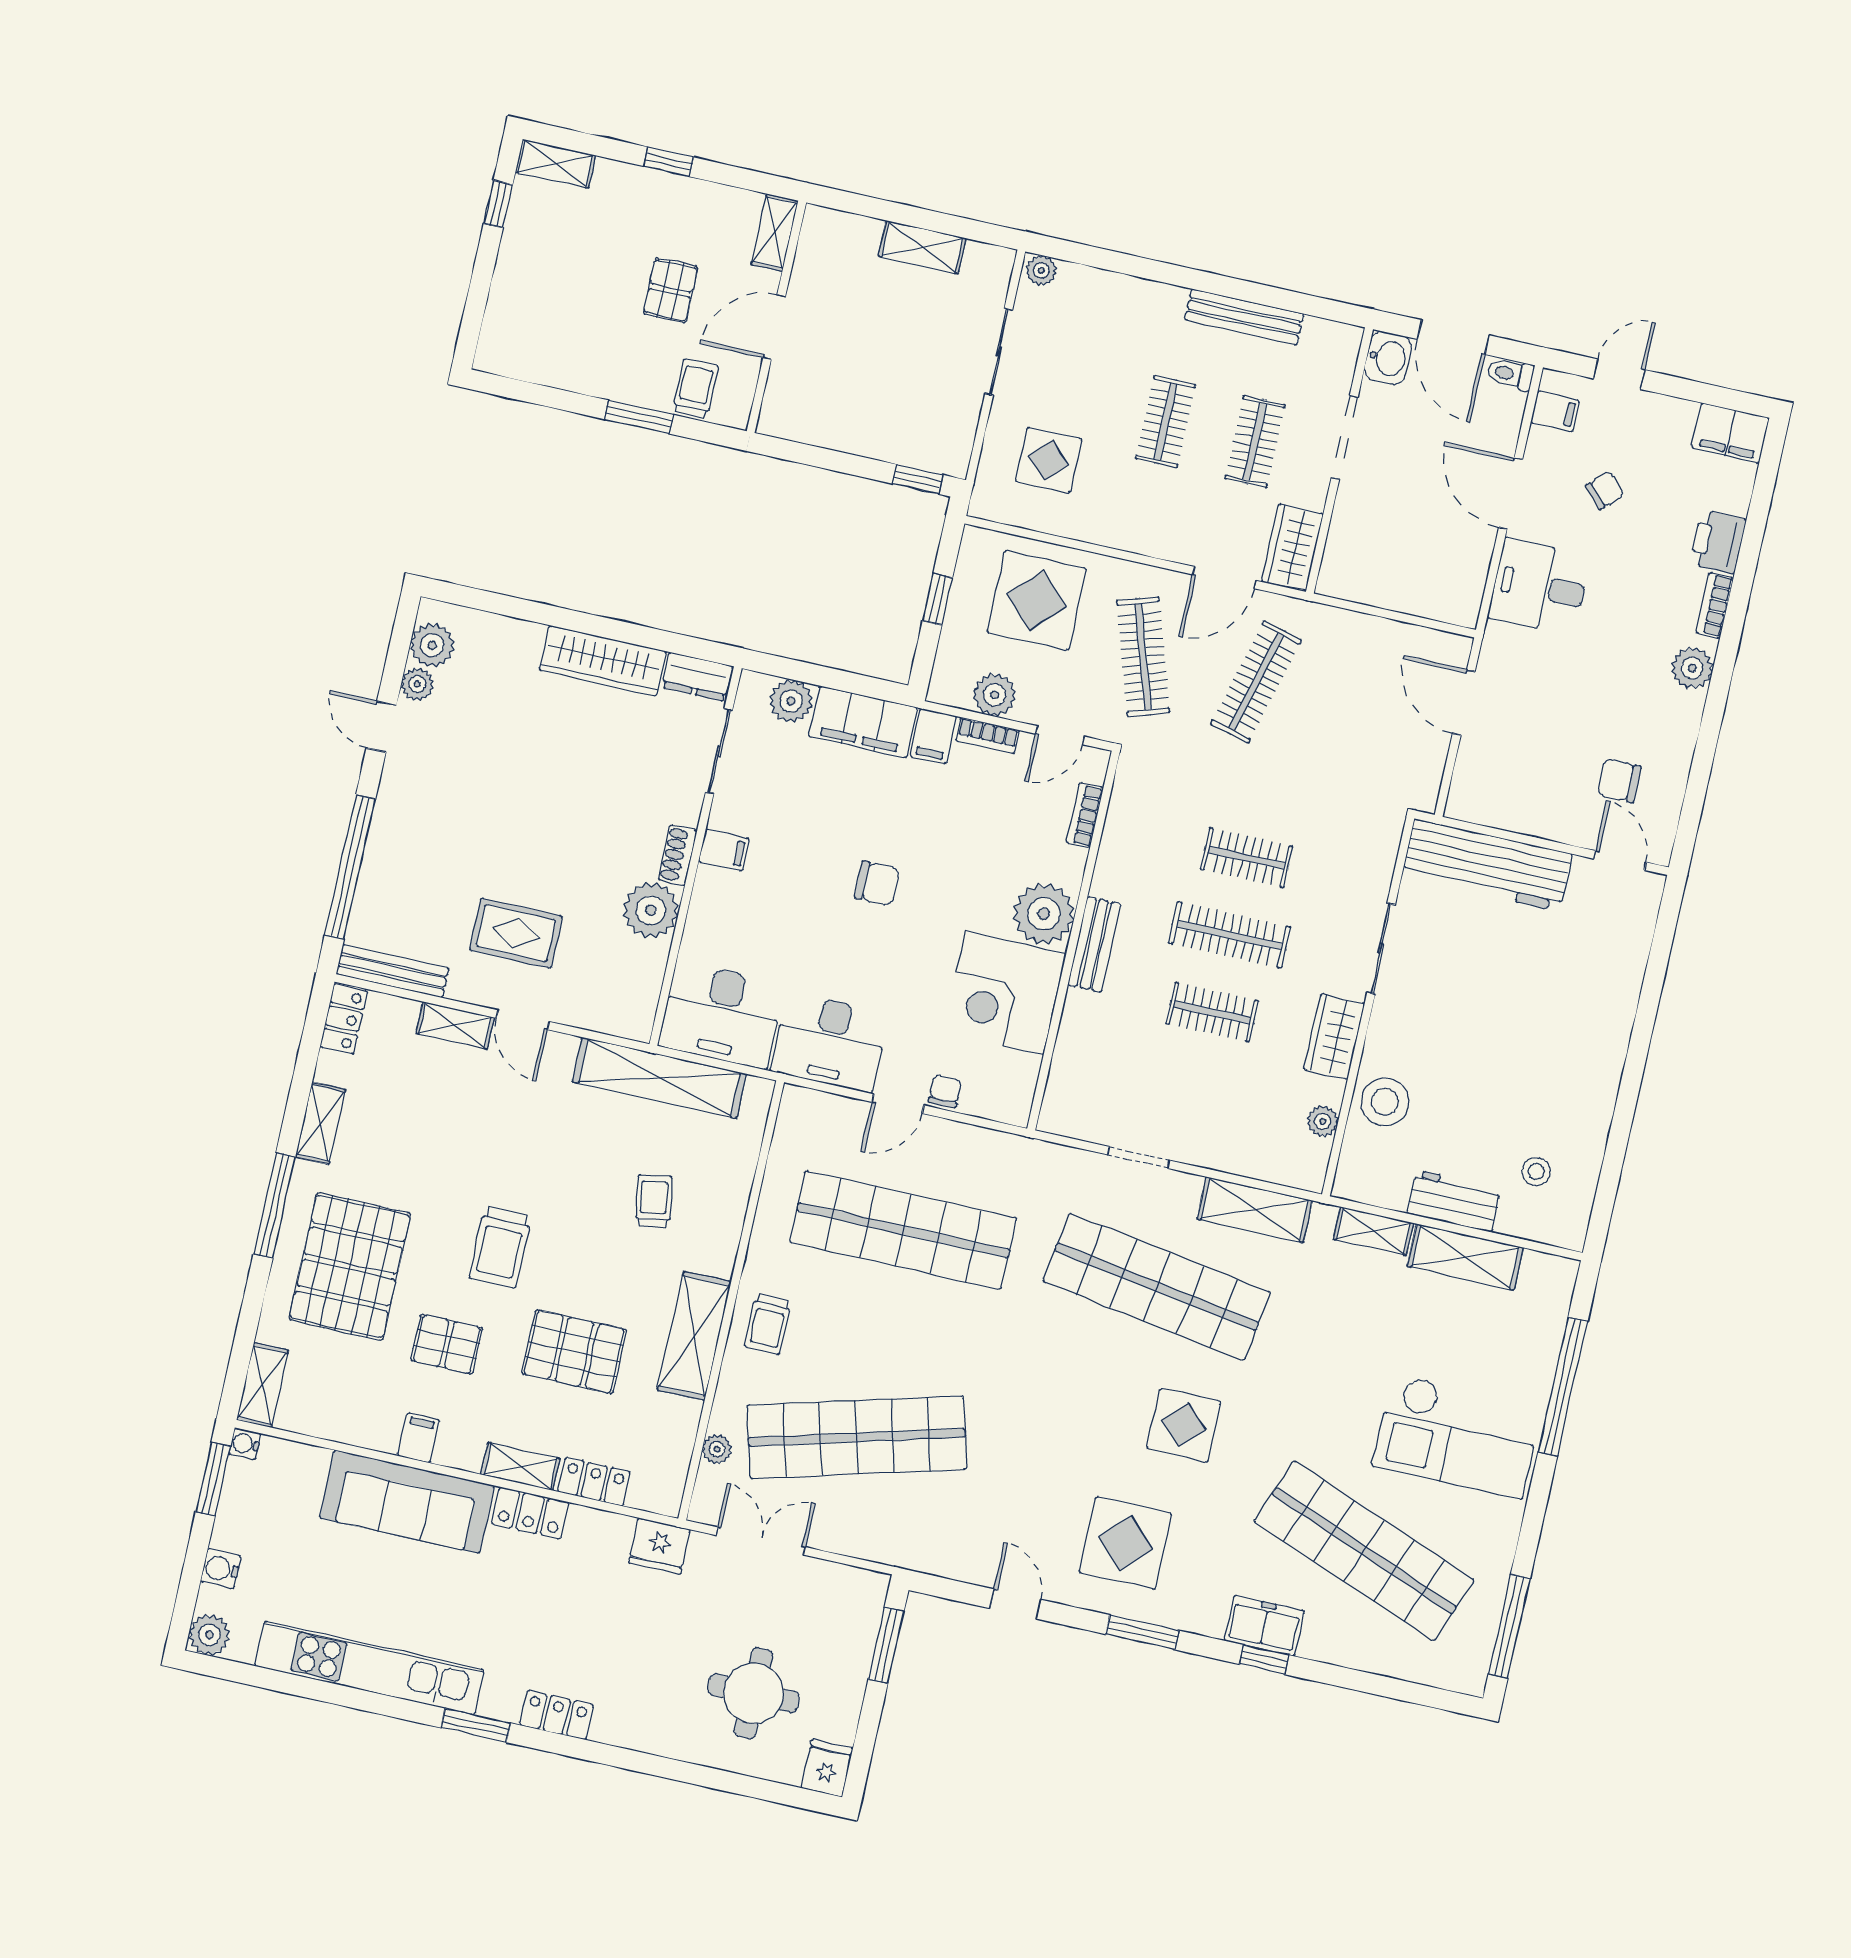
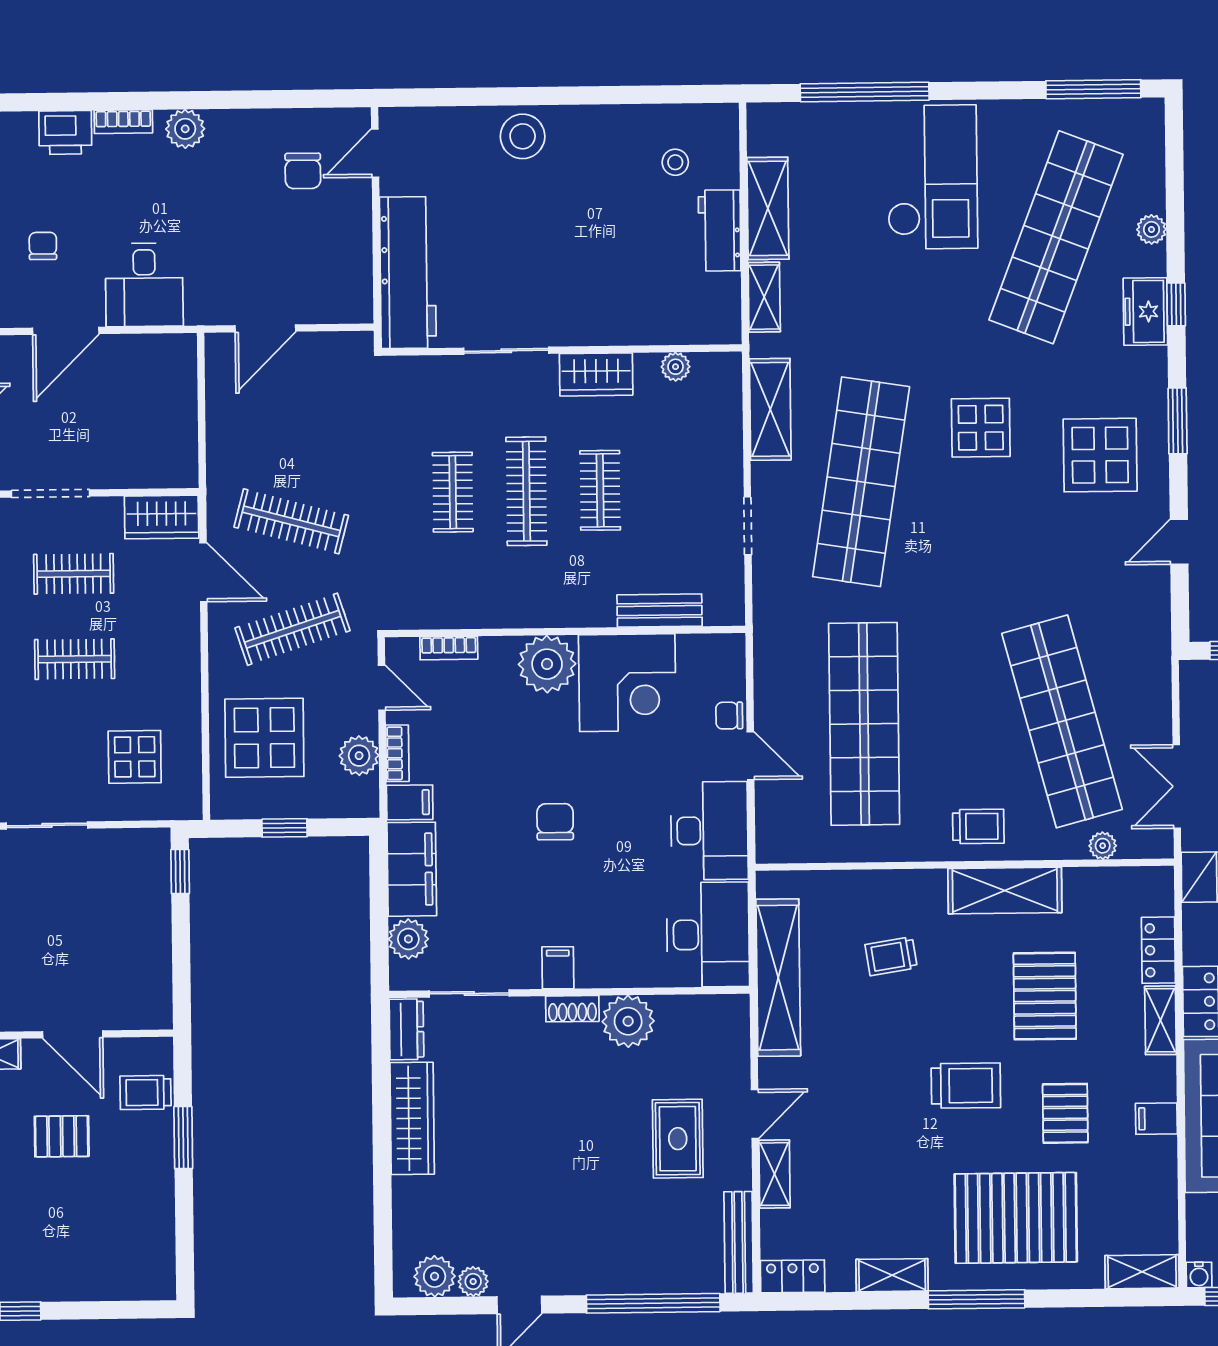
chair: (1605, 490) -> (43, 246), turned 43
bench: (1094, 944) -> (660, 611), moved
stool: (1385, 1102) -> (523, 136), moved
plant: (1349, 1652) -> (1151, 229), added

